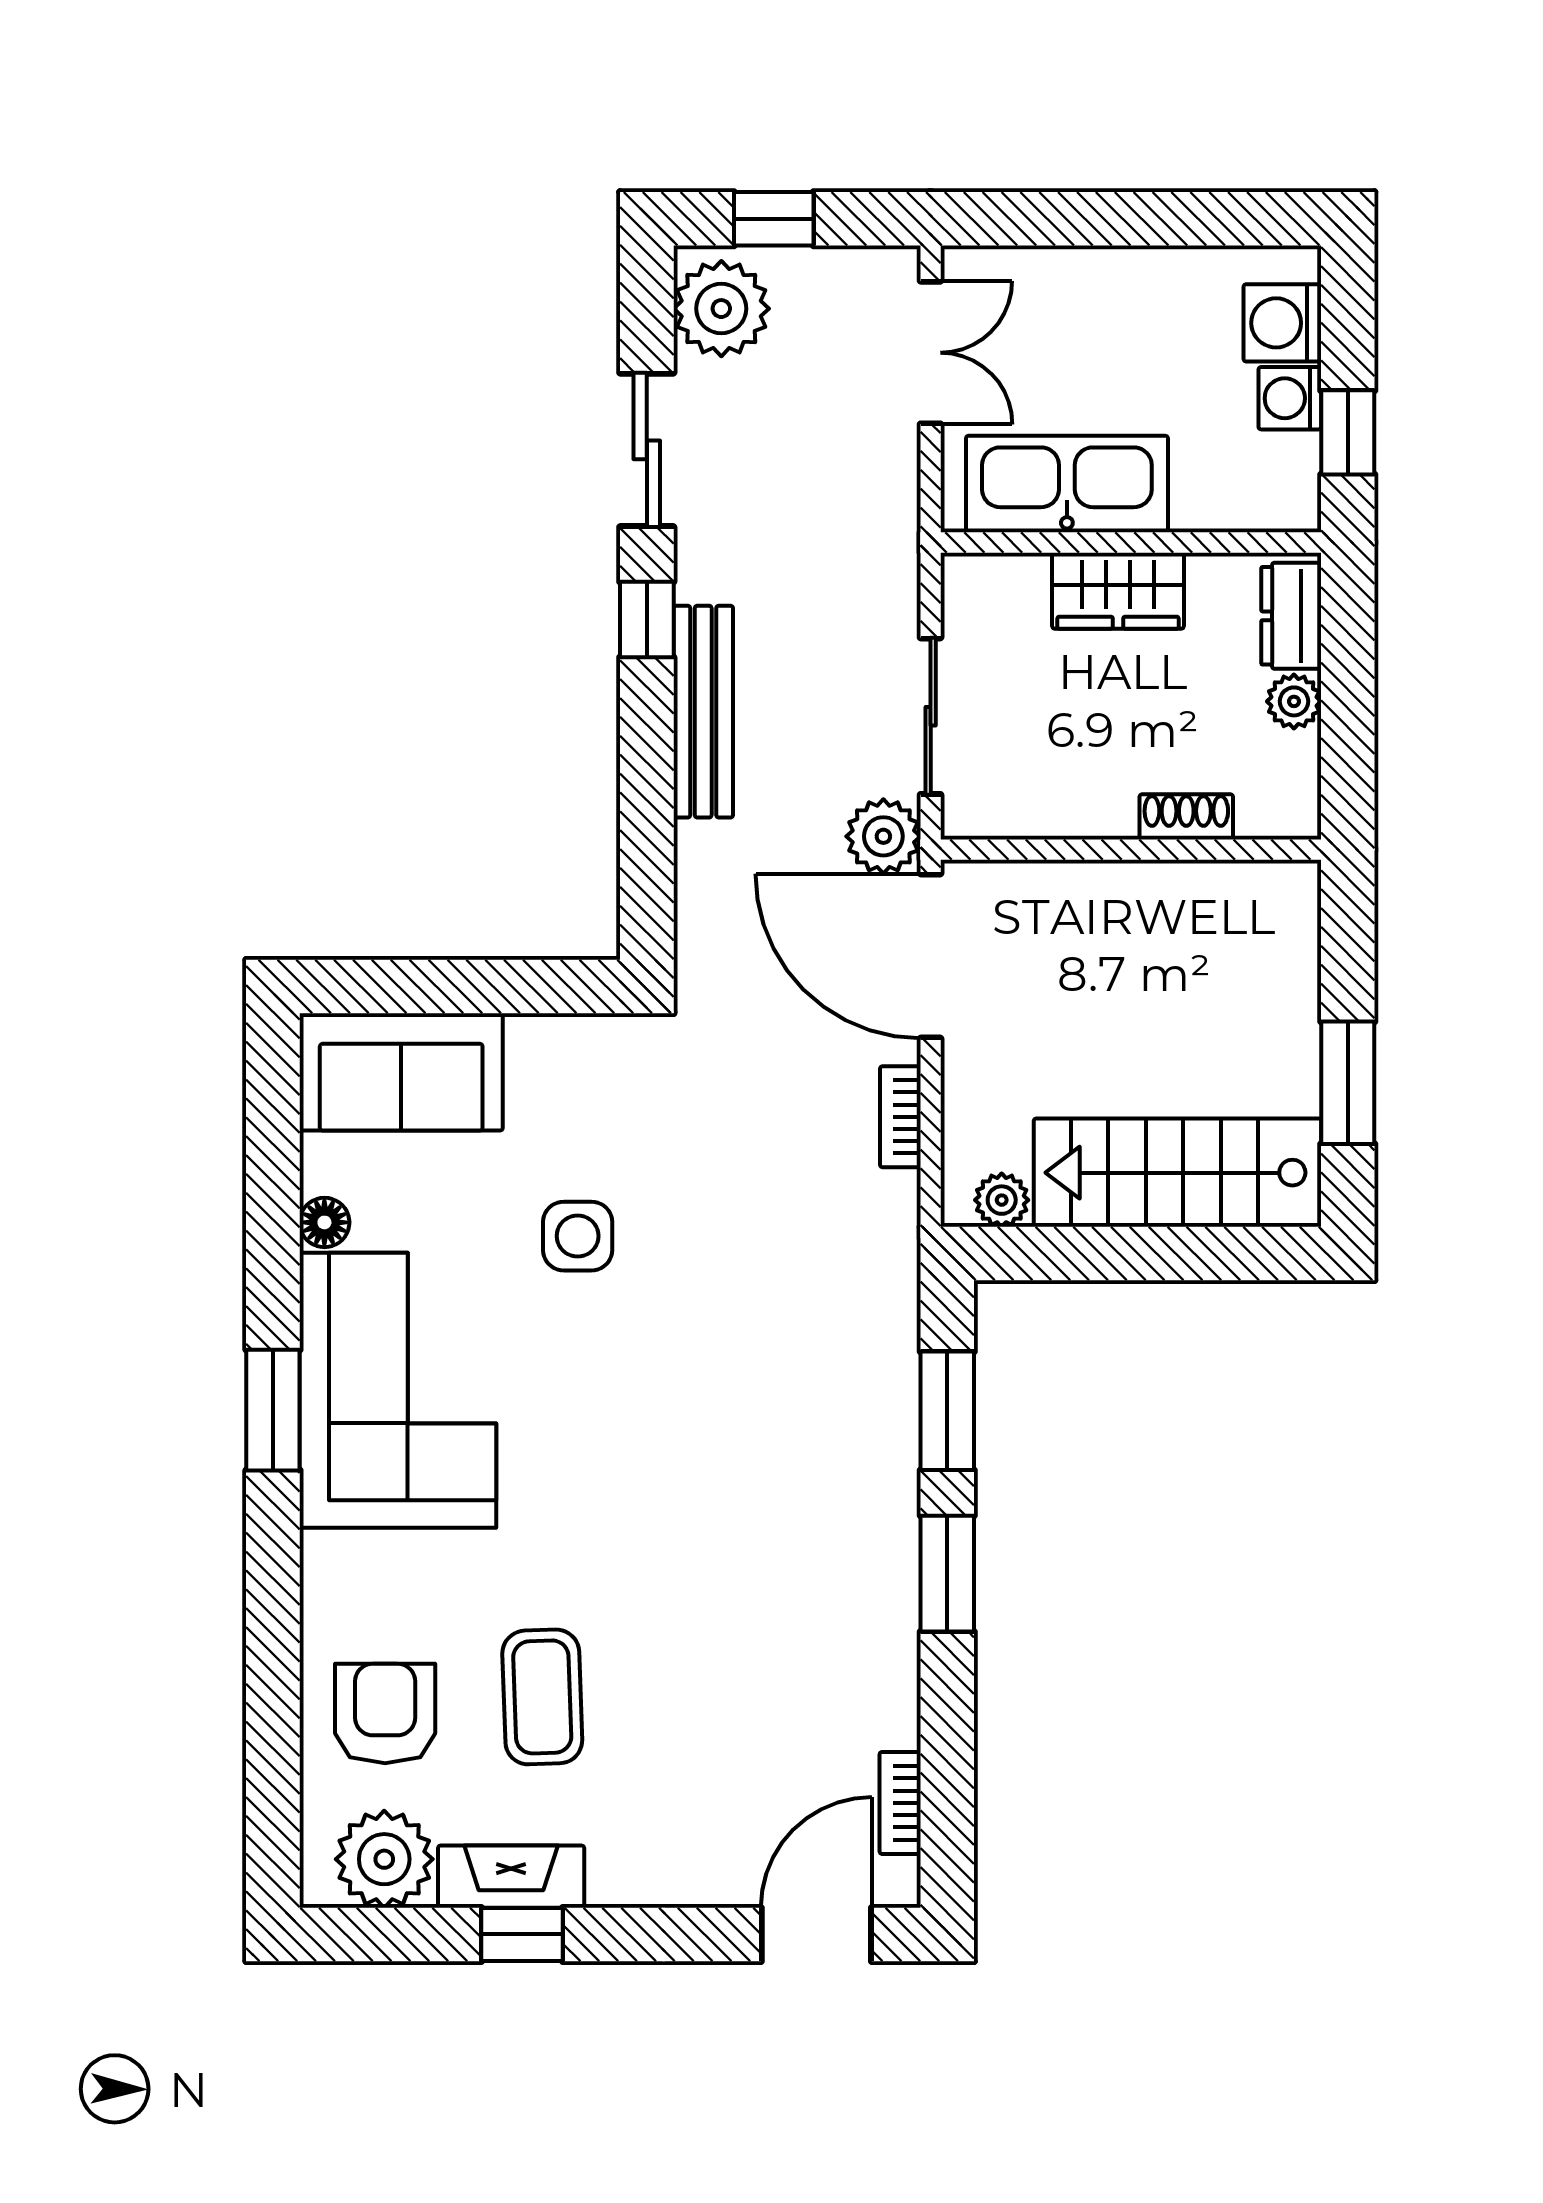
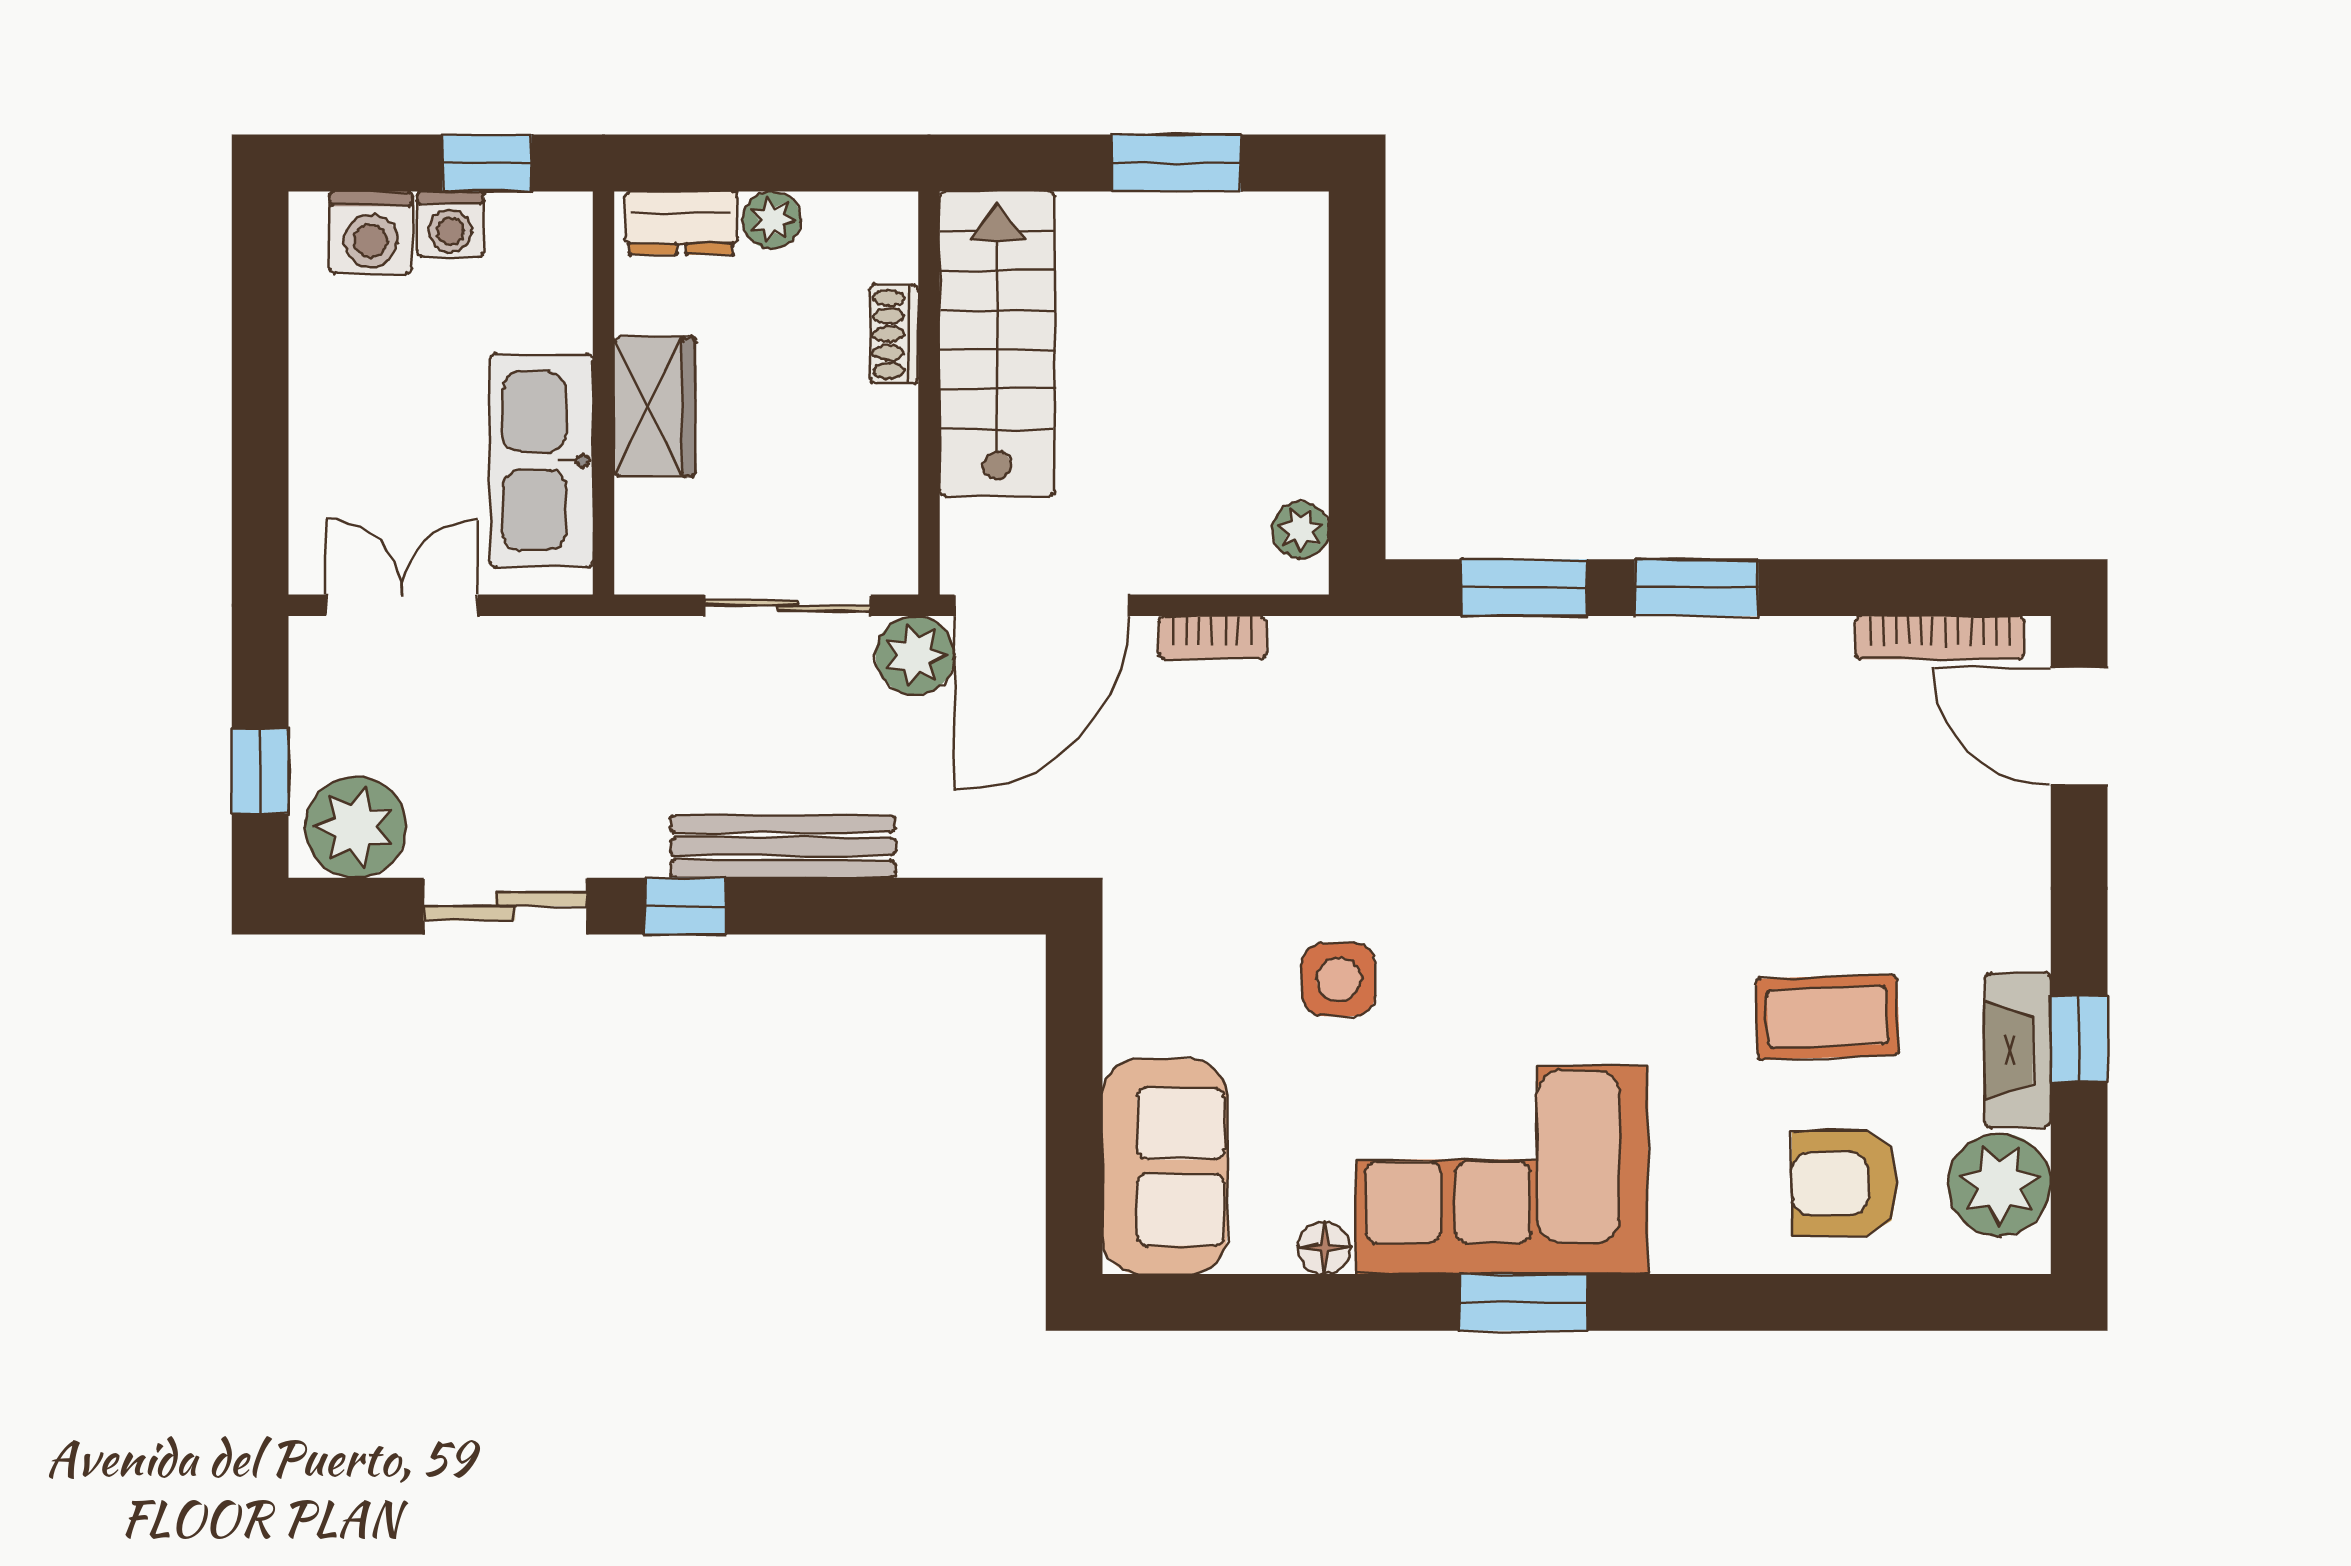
stairs: (1177, 1173) -> (997, 344), moved, turned 180
bookcase: (900, 1803) -> (1940, 638), width x1.56

